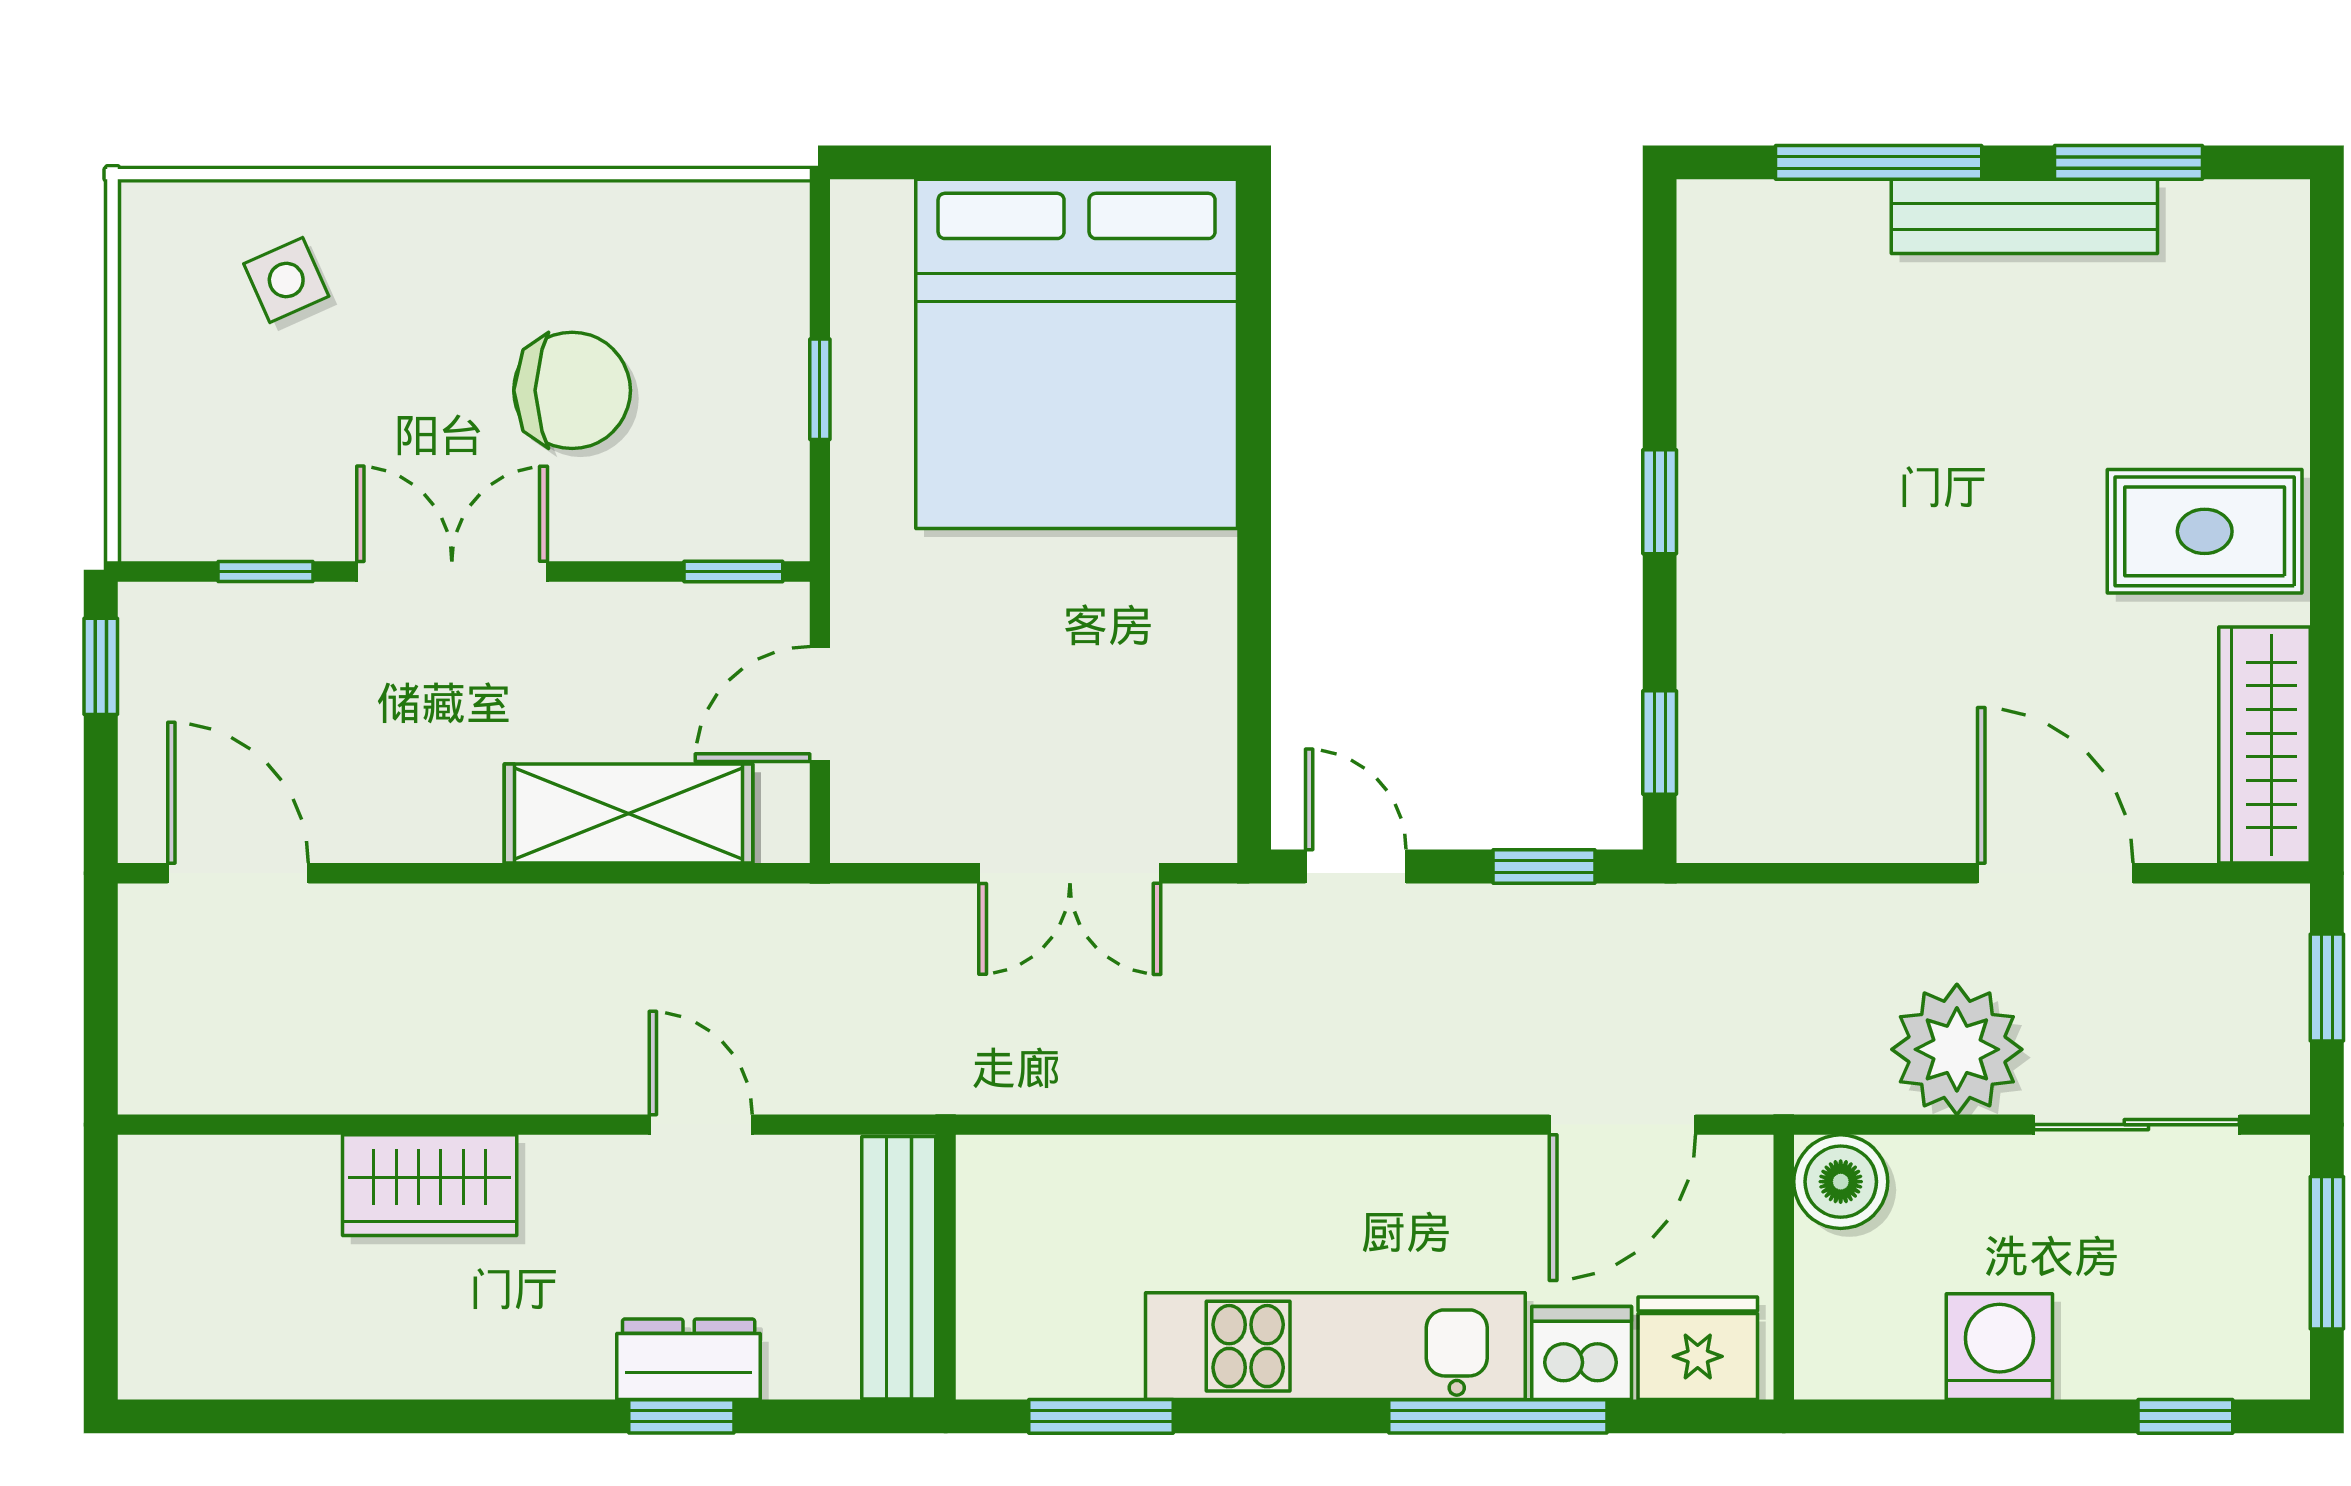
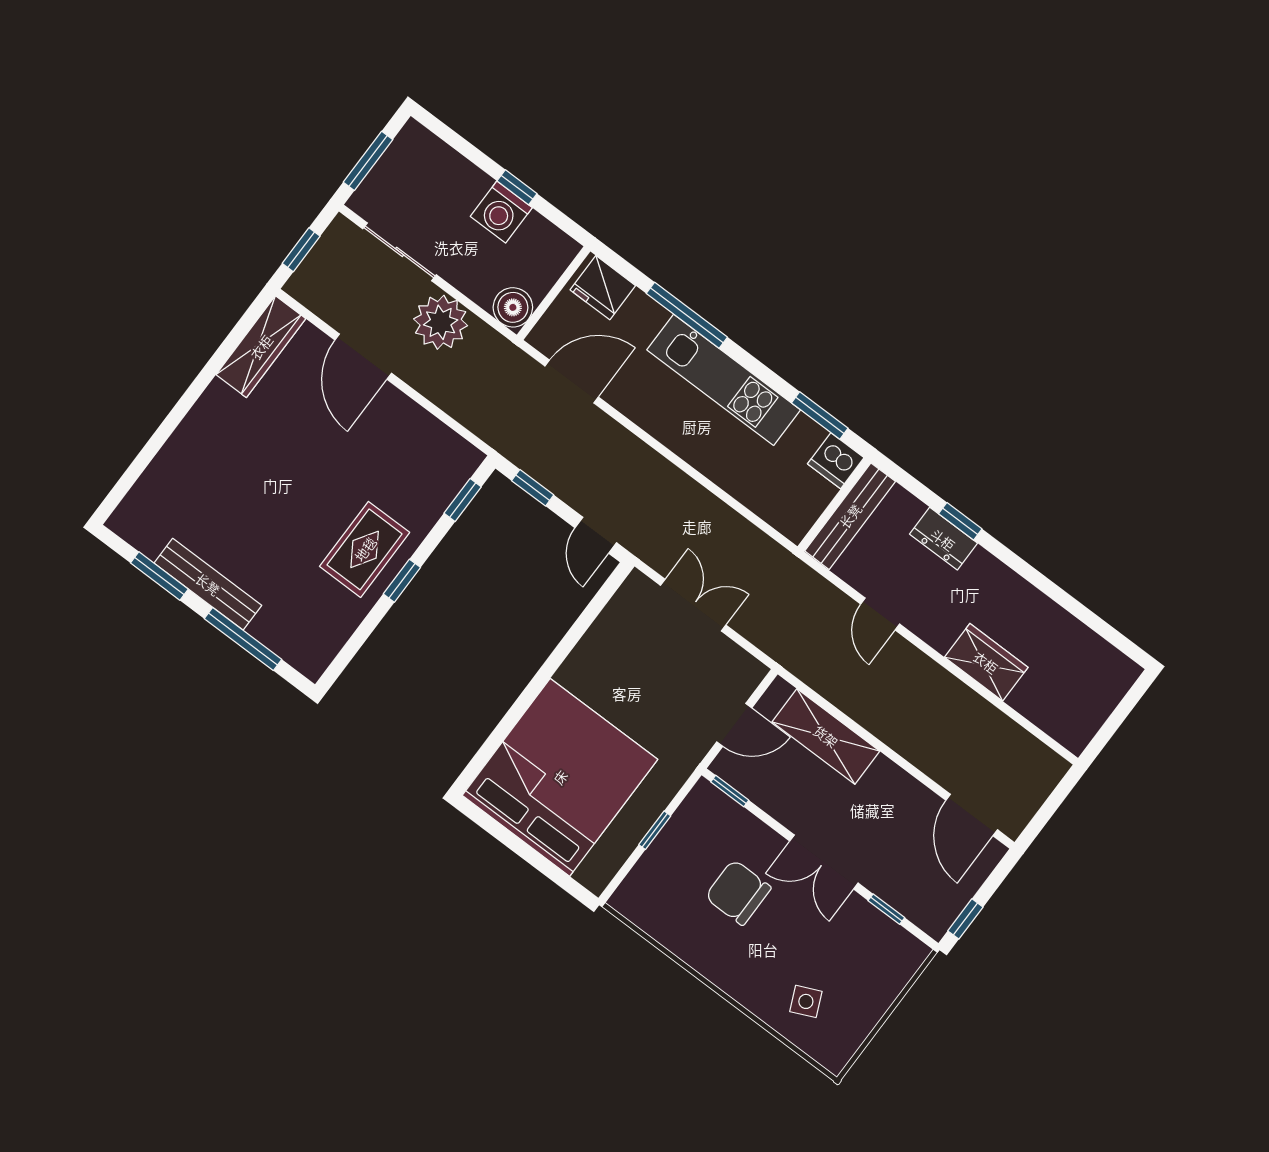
rug: (2205, 531) -> (365, 549), moved, turned 90
dishwasher: (1582, 1353) -> (836, 461), moved
window: (2185, 1416) -> (517, 187), moved

